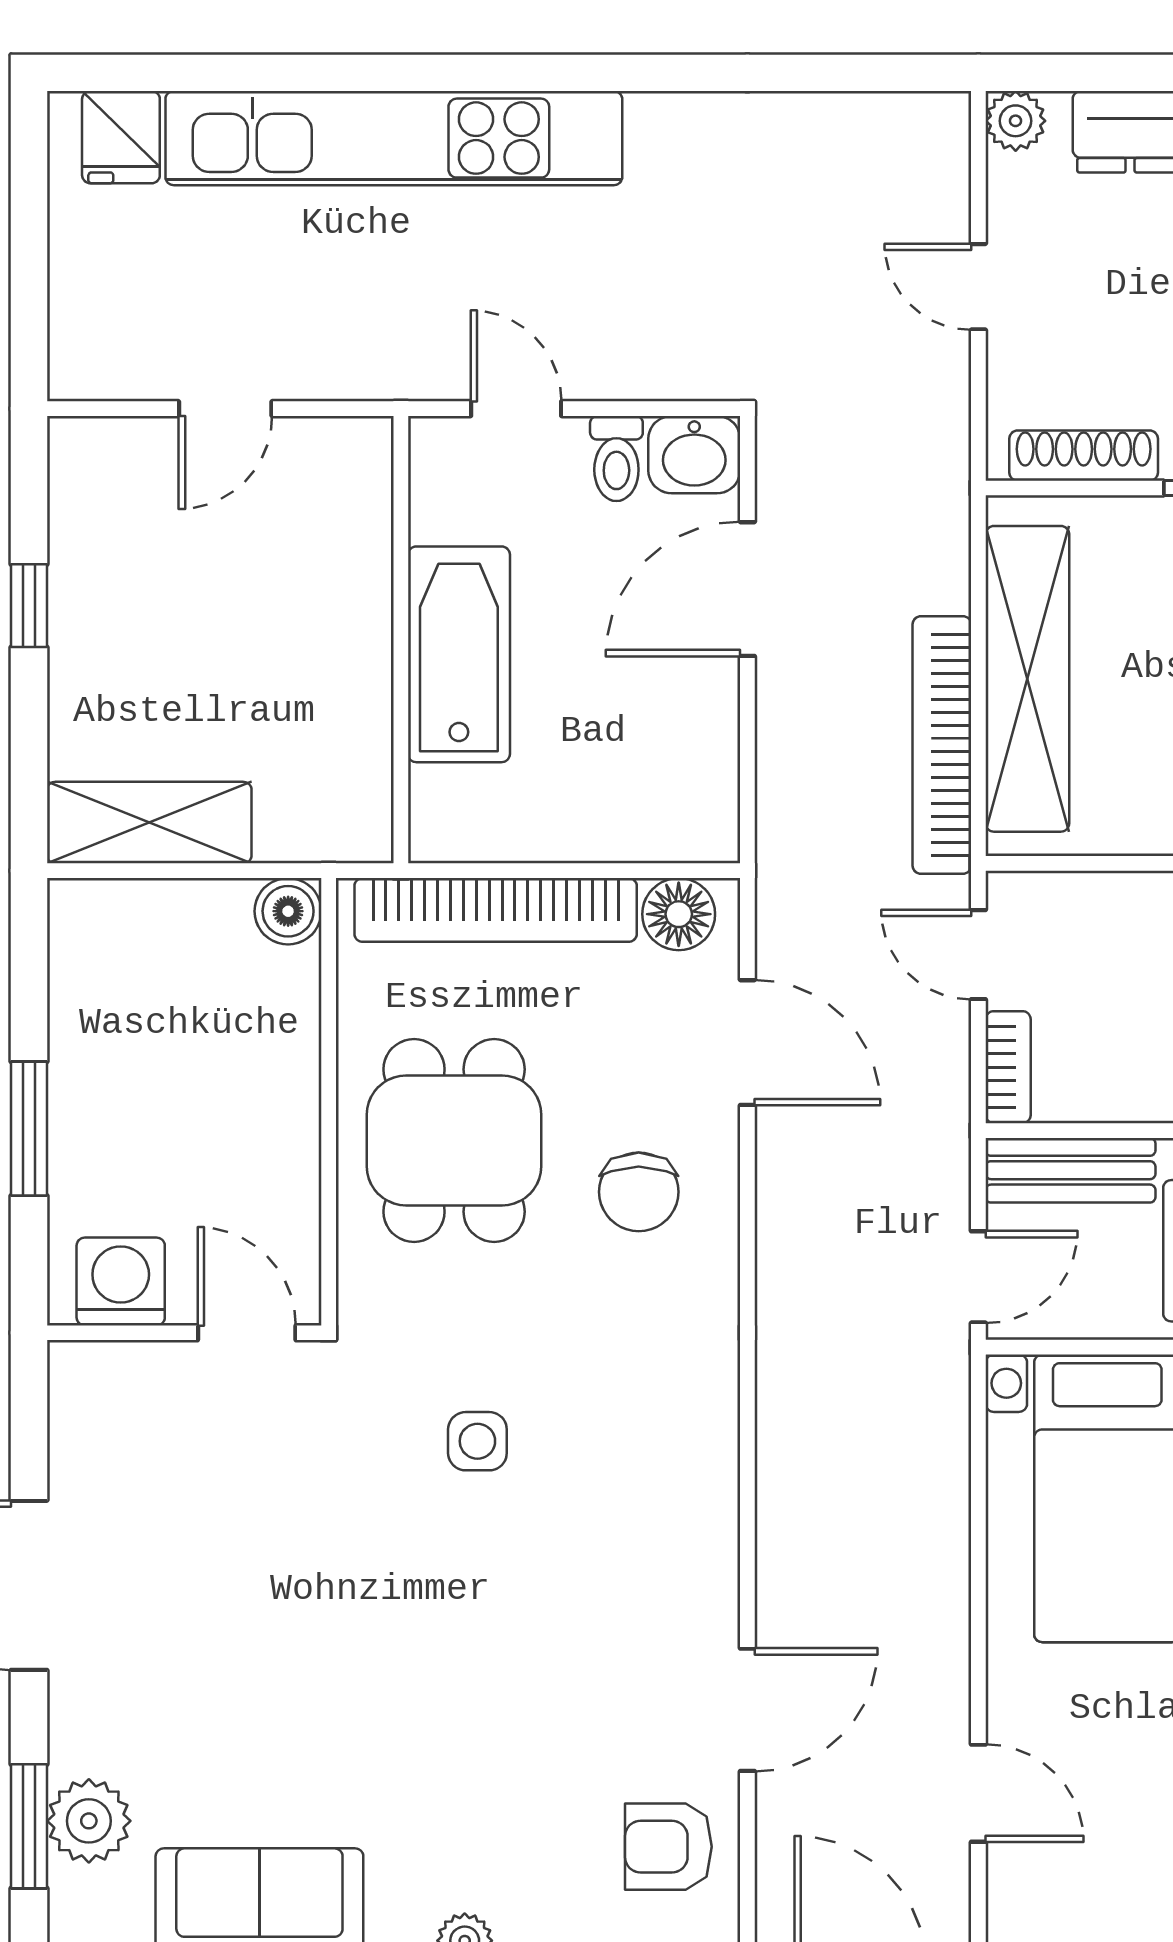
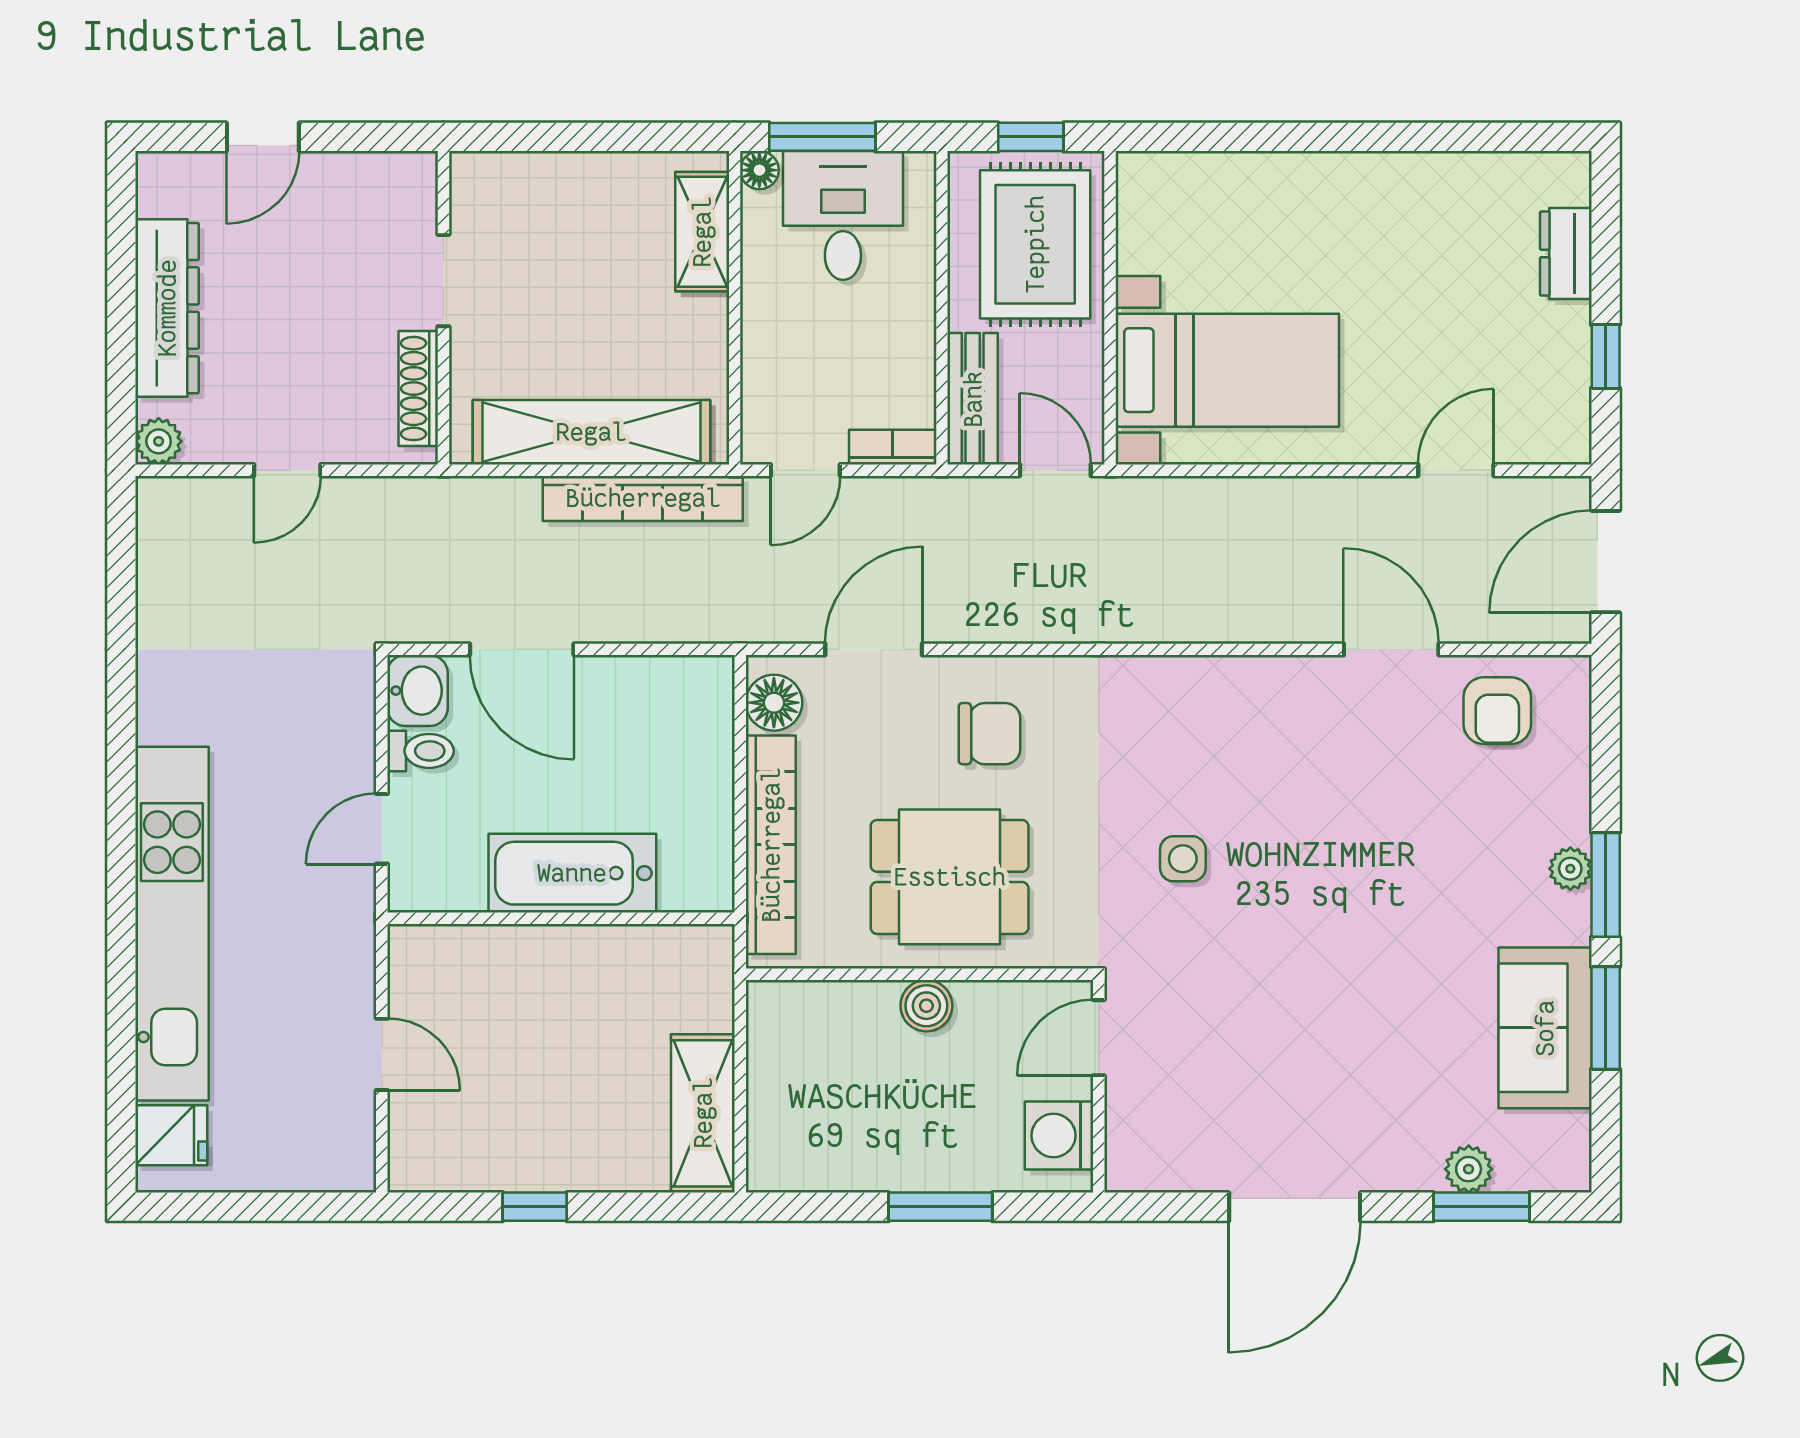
boiler: (288, 911) -> (926, 1006), moved
plant: (89, 1821) -> (1469, 1169), width x0.73, depth x0.73

